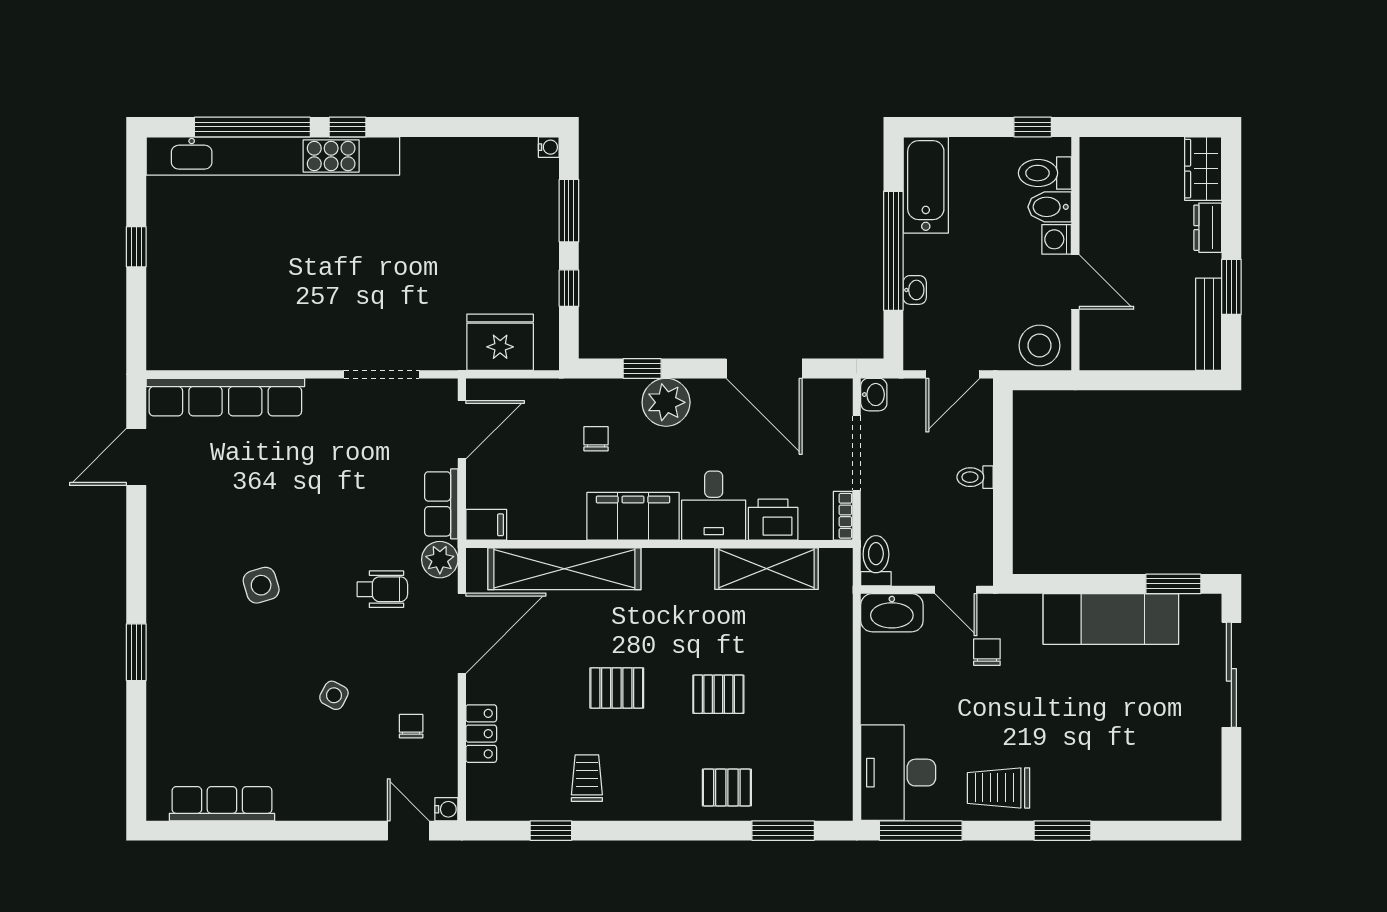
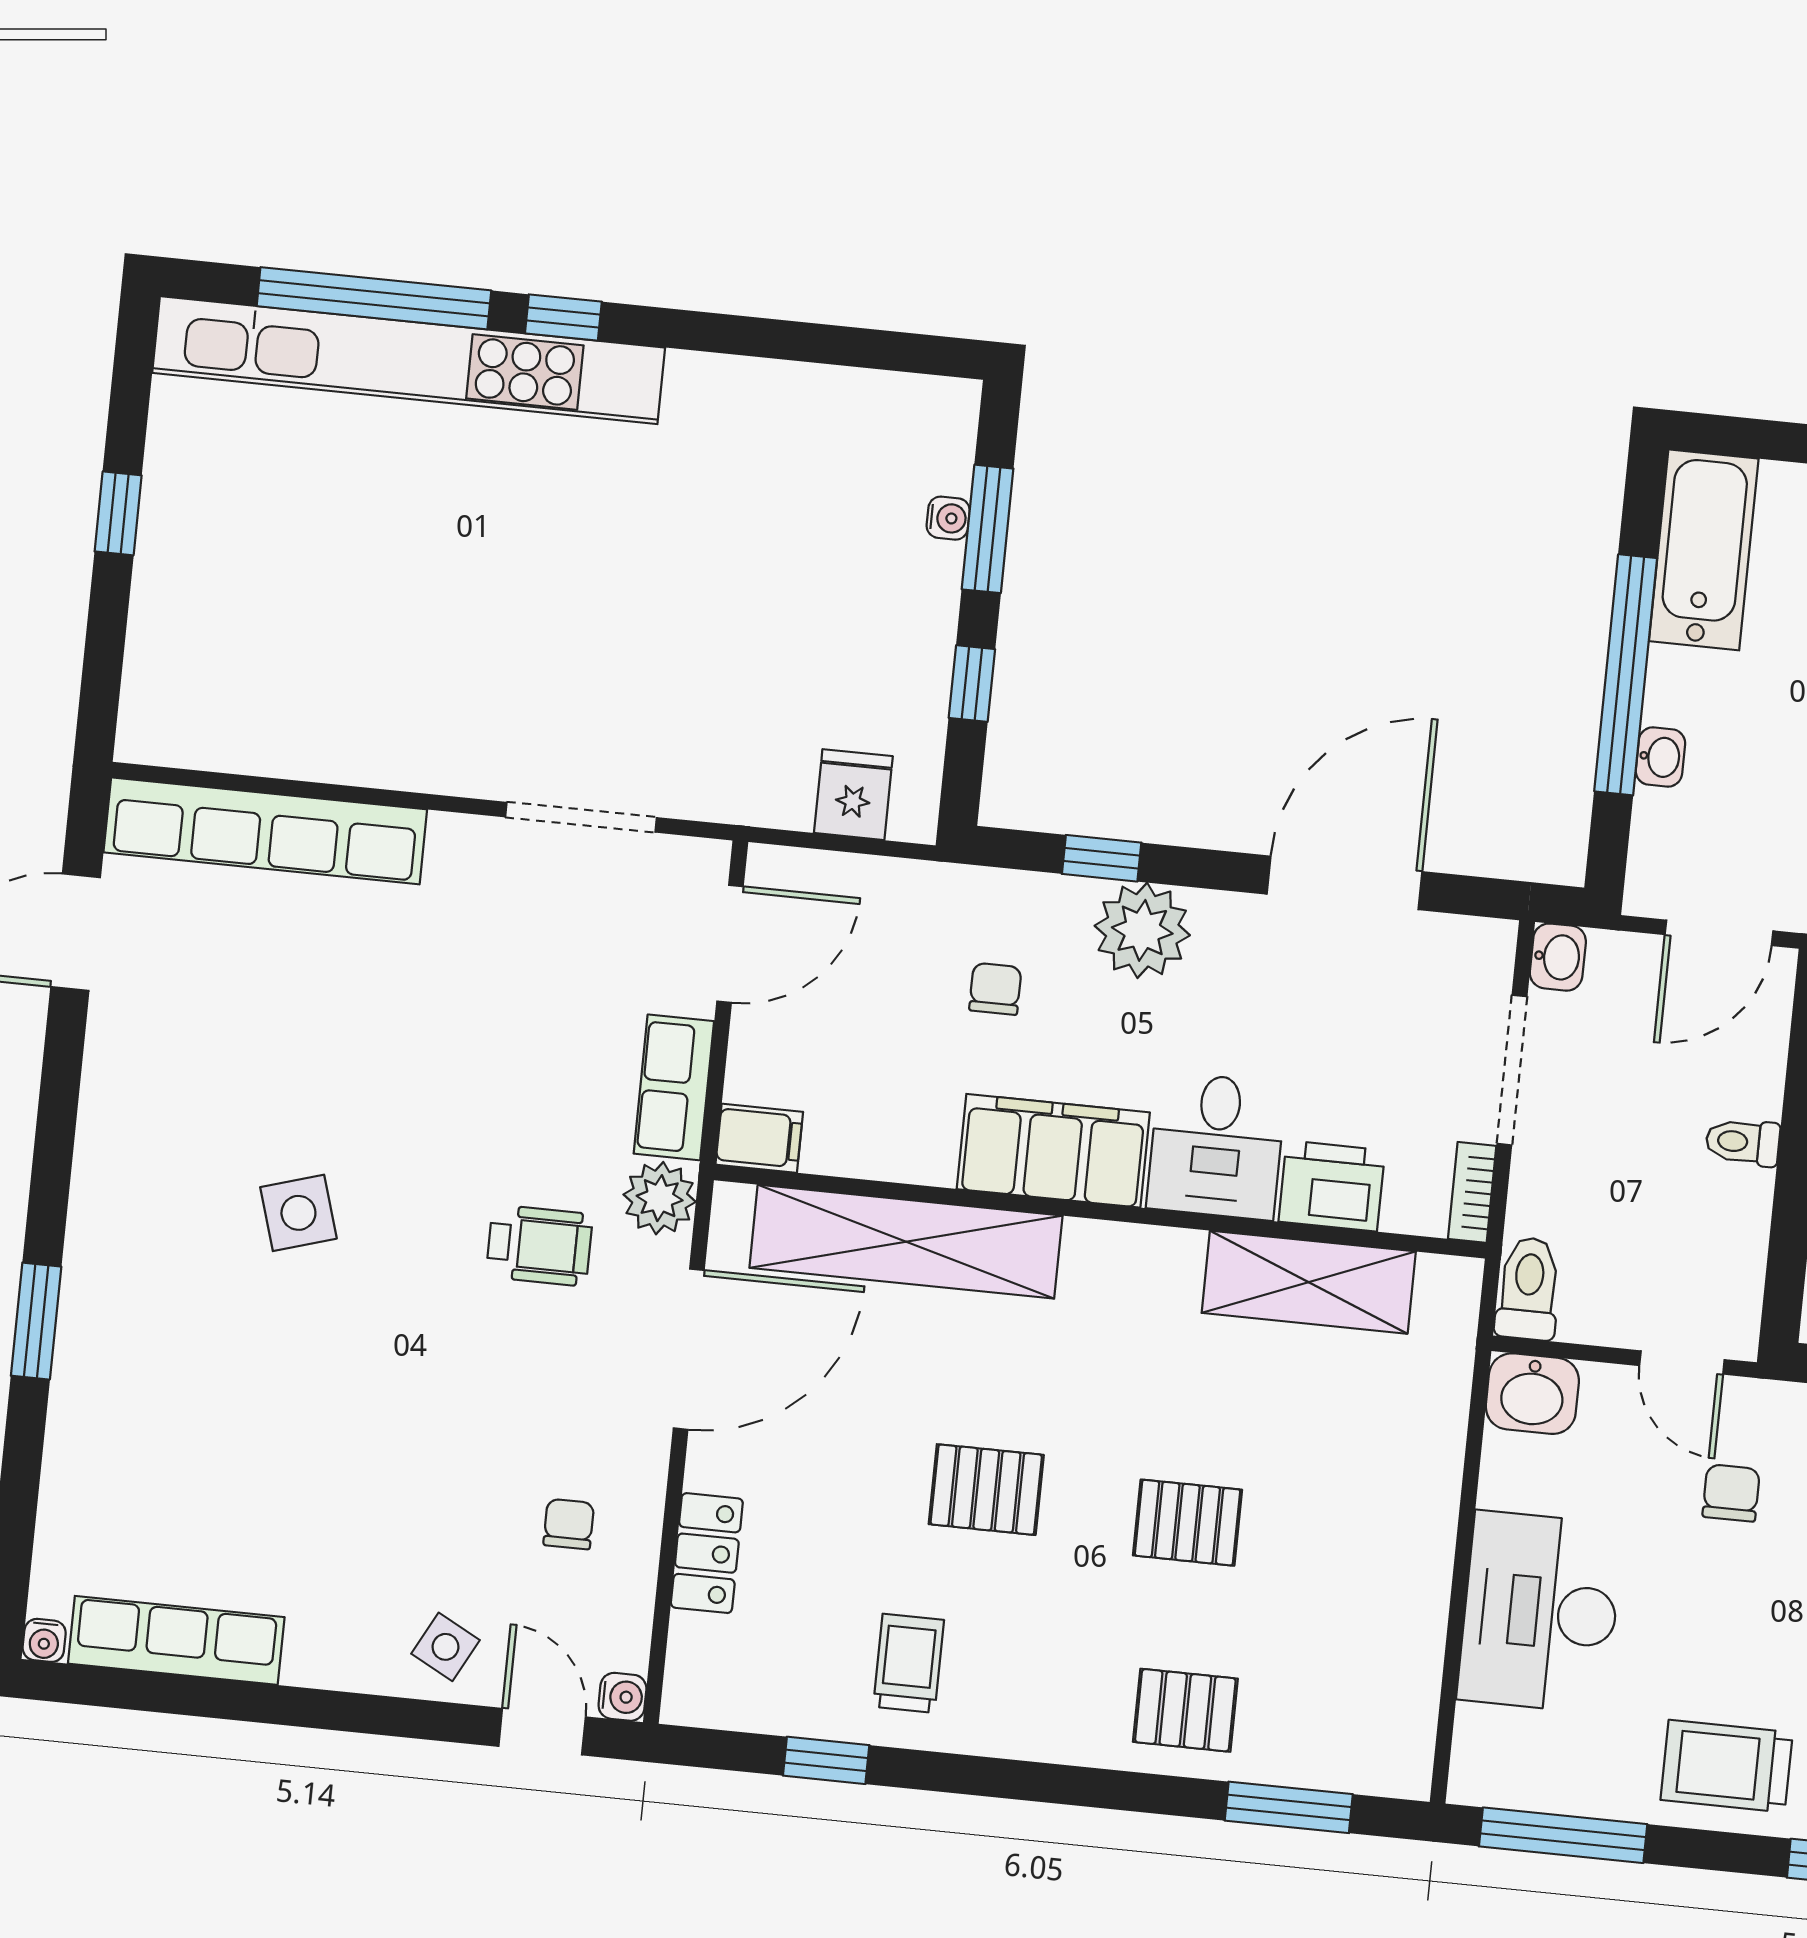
water cooler: (549, 147) -> (948, 518), moved
fridge: (500, 342) -> (853, 795), width x0.53, depth x0.75
door: (764, 368) -> (1344, 883), swing flipped
washbasin: (892, 613) -> (1532, 1394), width x0.72
side table: (334, 695) -> (445, 1647), moved
desk: (898, 773) -> (1540, 1612), moved
water cooler: (156, 810) -> (44, 1640), added

